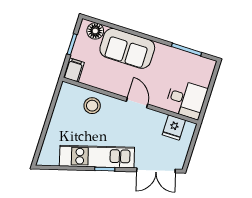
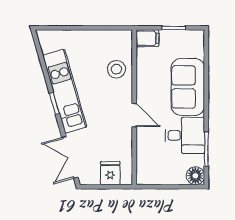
floor lamp: (95, 31) -> (195, 176), moved
desk: (186, 99) -> (185, 135), moved, turned -90
door: (137, 103) -> (134, 115), hinge flipped
fridge: (174, 127) -> (110, 173), moved, turned 90

